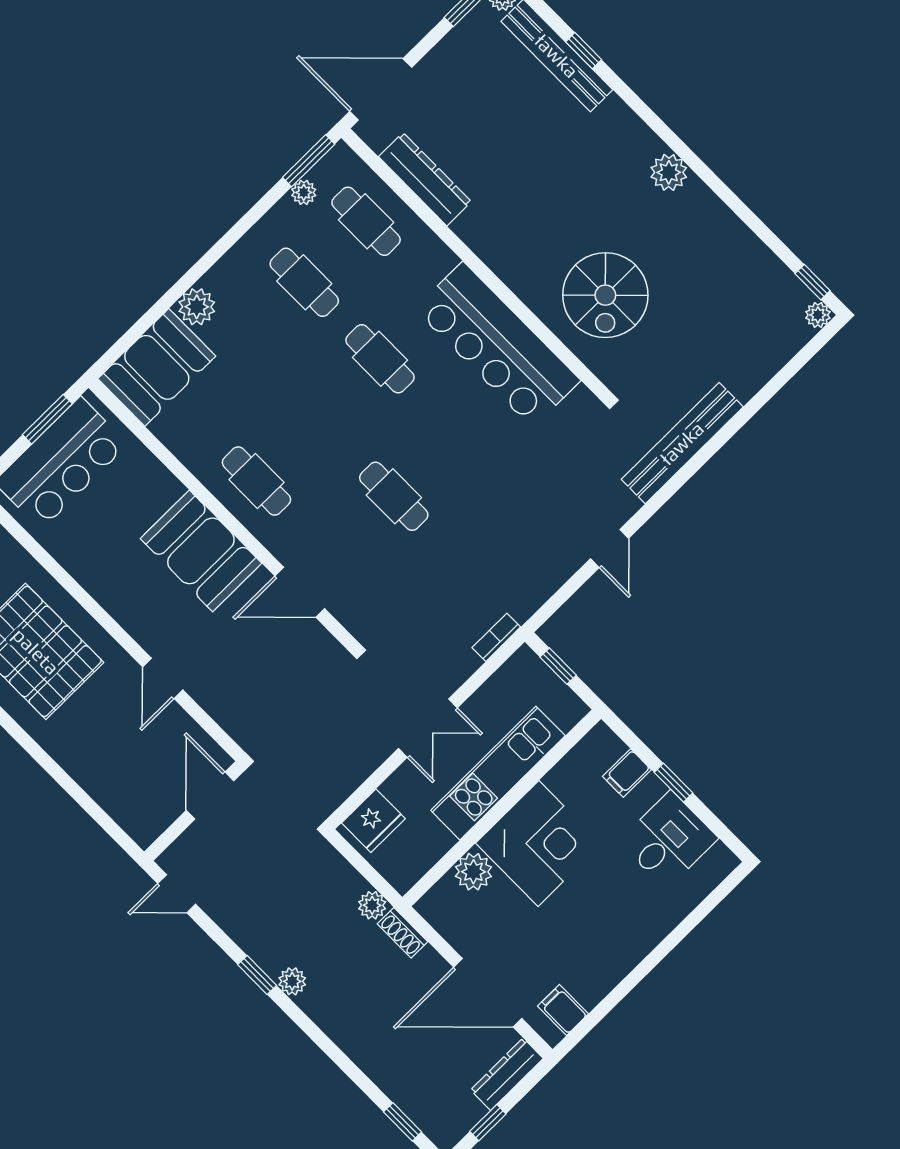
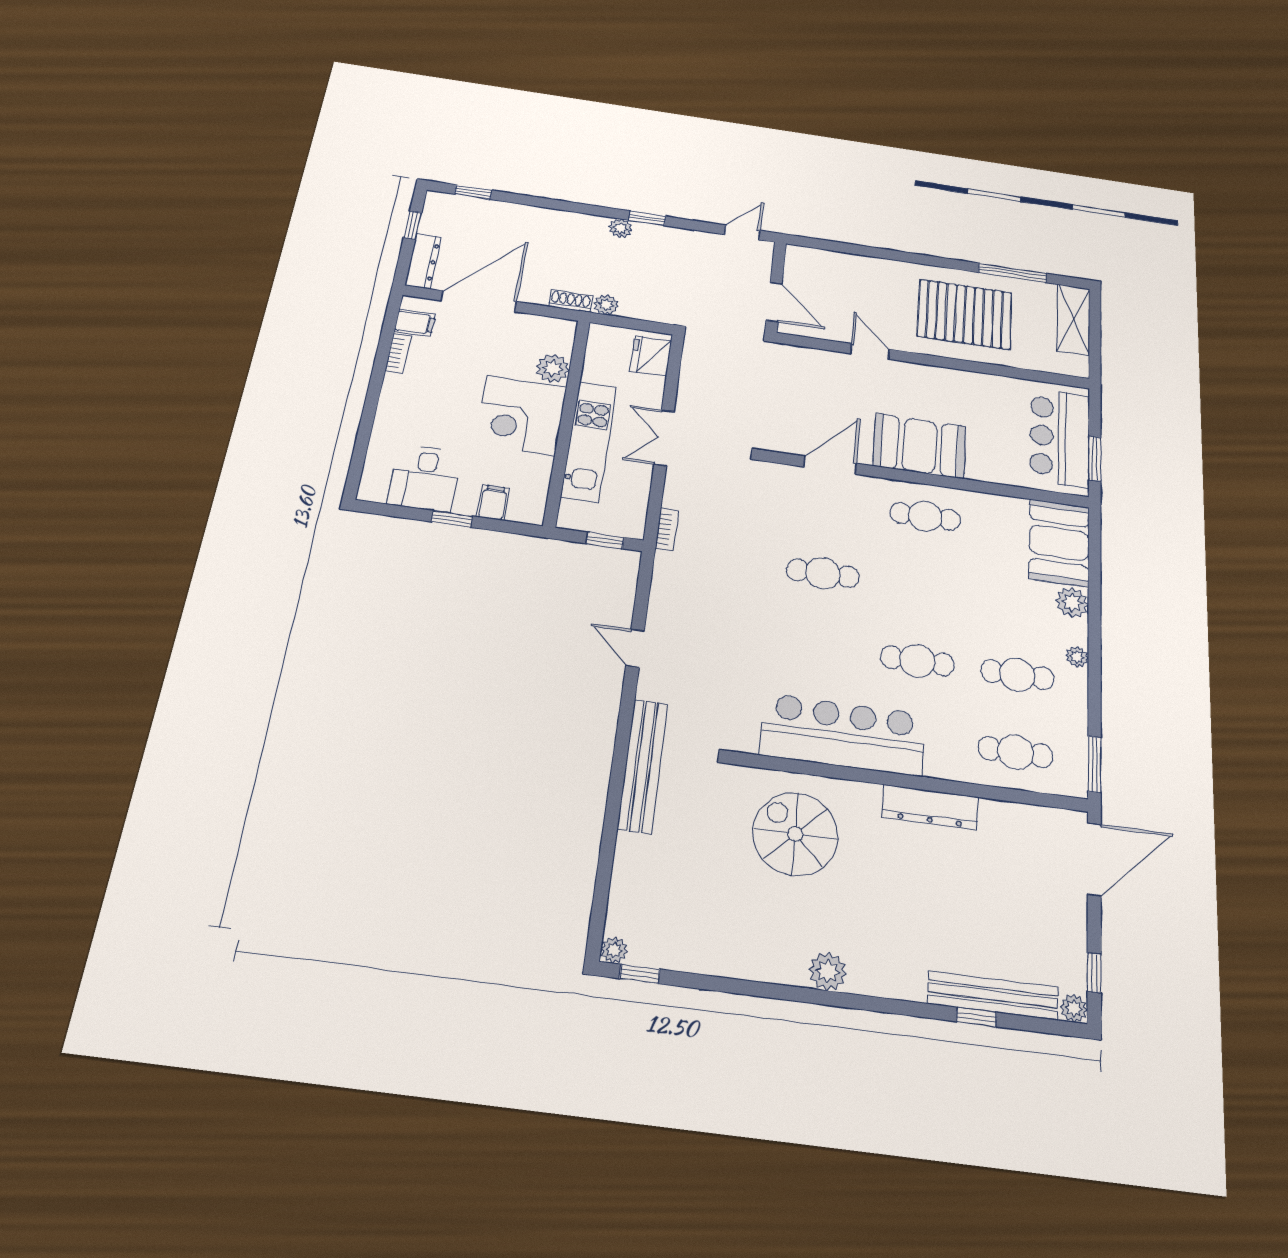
dresser: (425, 179) -> (930, 807), moved
plant: (304, 192) -> (1077, 657), moved
bookcase: (601, 987) -> (398, 353), added

